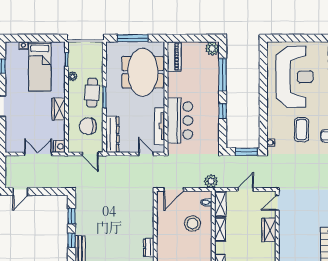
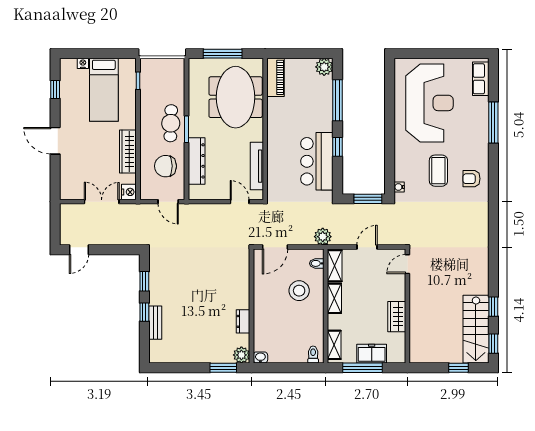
plant: (73, 76) -> (146, 102), removed
wardrobe: (59, 109) -> (128, 152), width x1.50
bar counter: (180, 121) -> (317, 161), moved, turned 180
dresser: (112, 134) -> (197, 161), moved
wardrobe: (269, 230) -> (397, 317), moved

